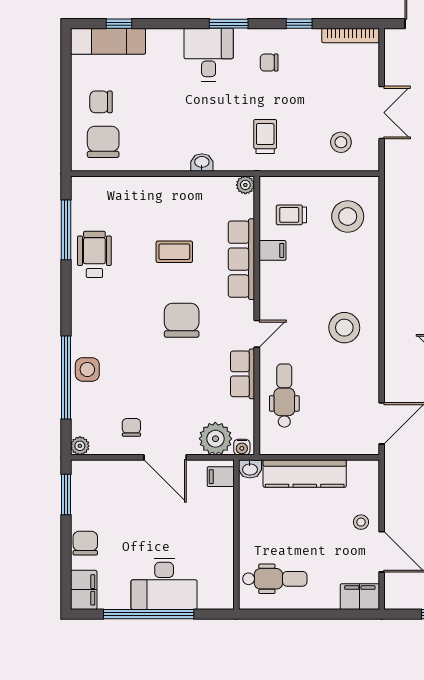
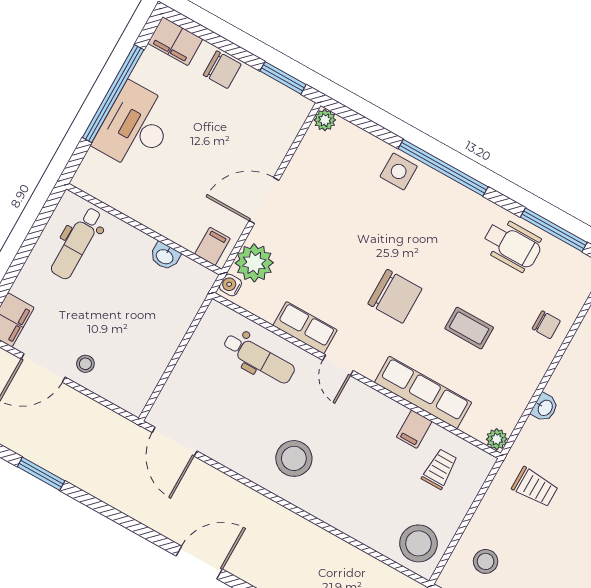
stool: (348, 216) -> (418, 543), moved
coffee table: (174, 252) -> (469, 328), turned 90
window: (66, 378) -> (443, 168), moved
chair: (131, 427) -> (546, 325), moved
washbasin: (250, 469) -> (165, 256), moved, turned -90
kitchen counter: (305, 474) -> (167, 334), removed

